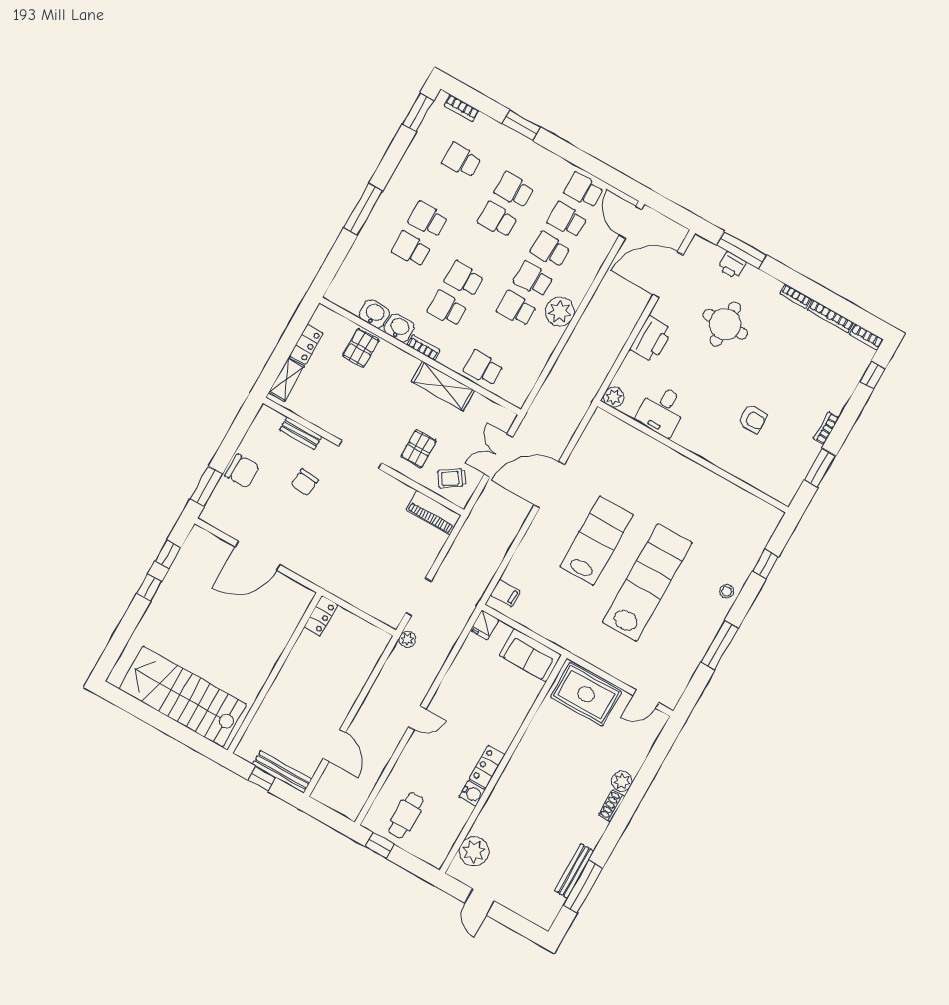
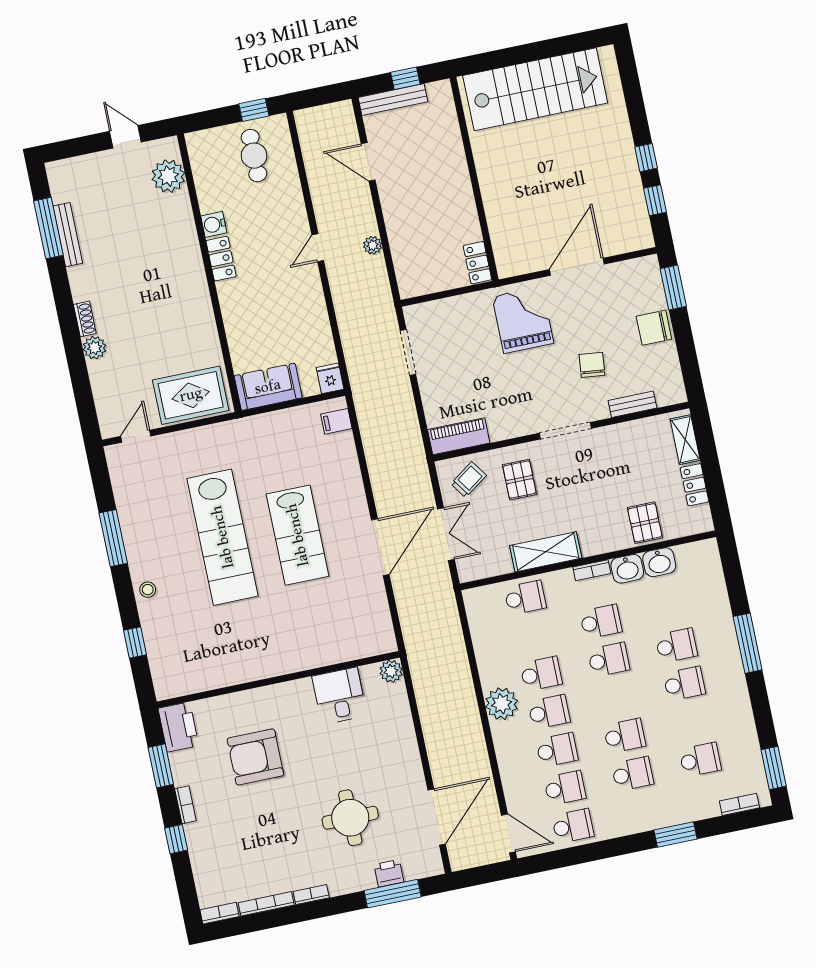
printer: (651, 339) -> (178, 727), moved, turned 180
window: (872, 375) -> (176, 839), moved
armchair: (753, 419) -> (255, 757), width x1.88, depth x1.88
grand piano: (324, 552) -> (523, 320), added
plant: (407, 639) -> (373, 245), moved

